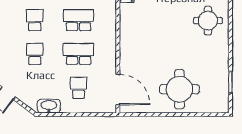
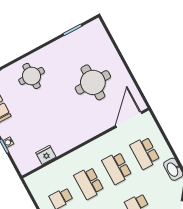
school desk: (79, 88) -> (145, 153), width x1.85
round table: (179, 89) -> (93, 82), moved

